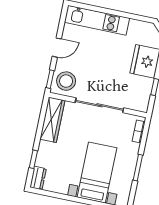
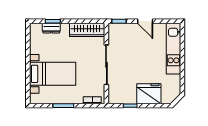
stool: (66, 81) -> (120, 34), removed
dresser: (38, 178) -> (51, 28), moved

